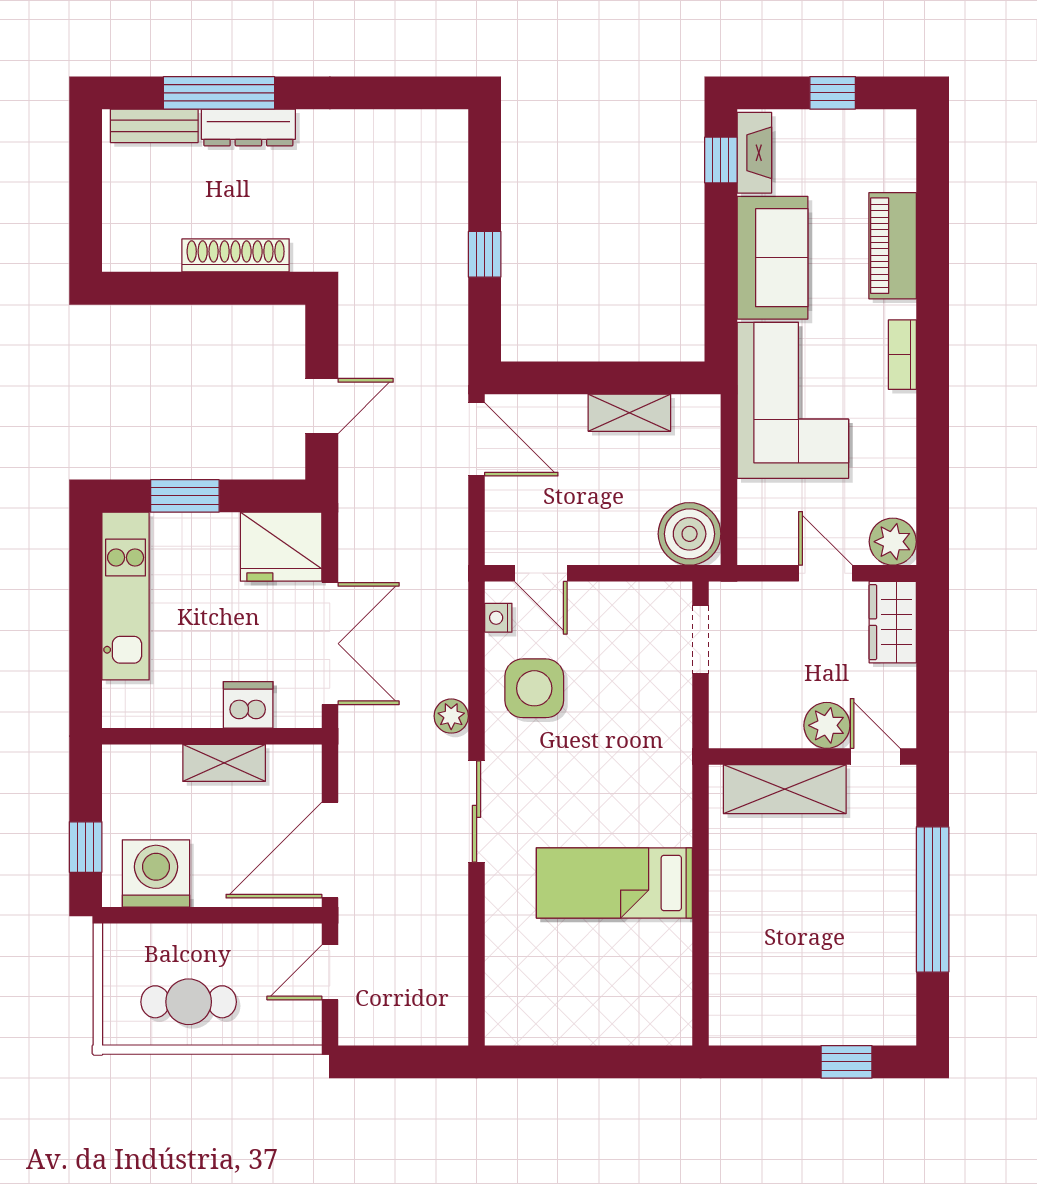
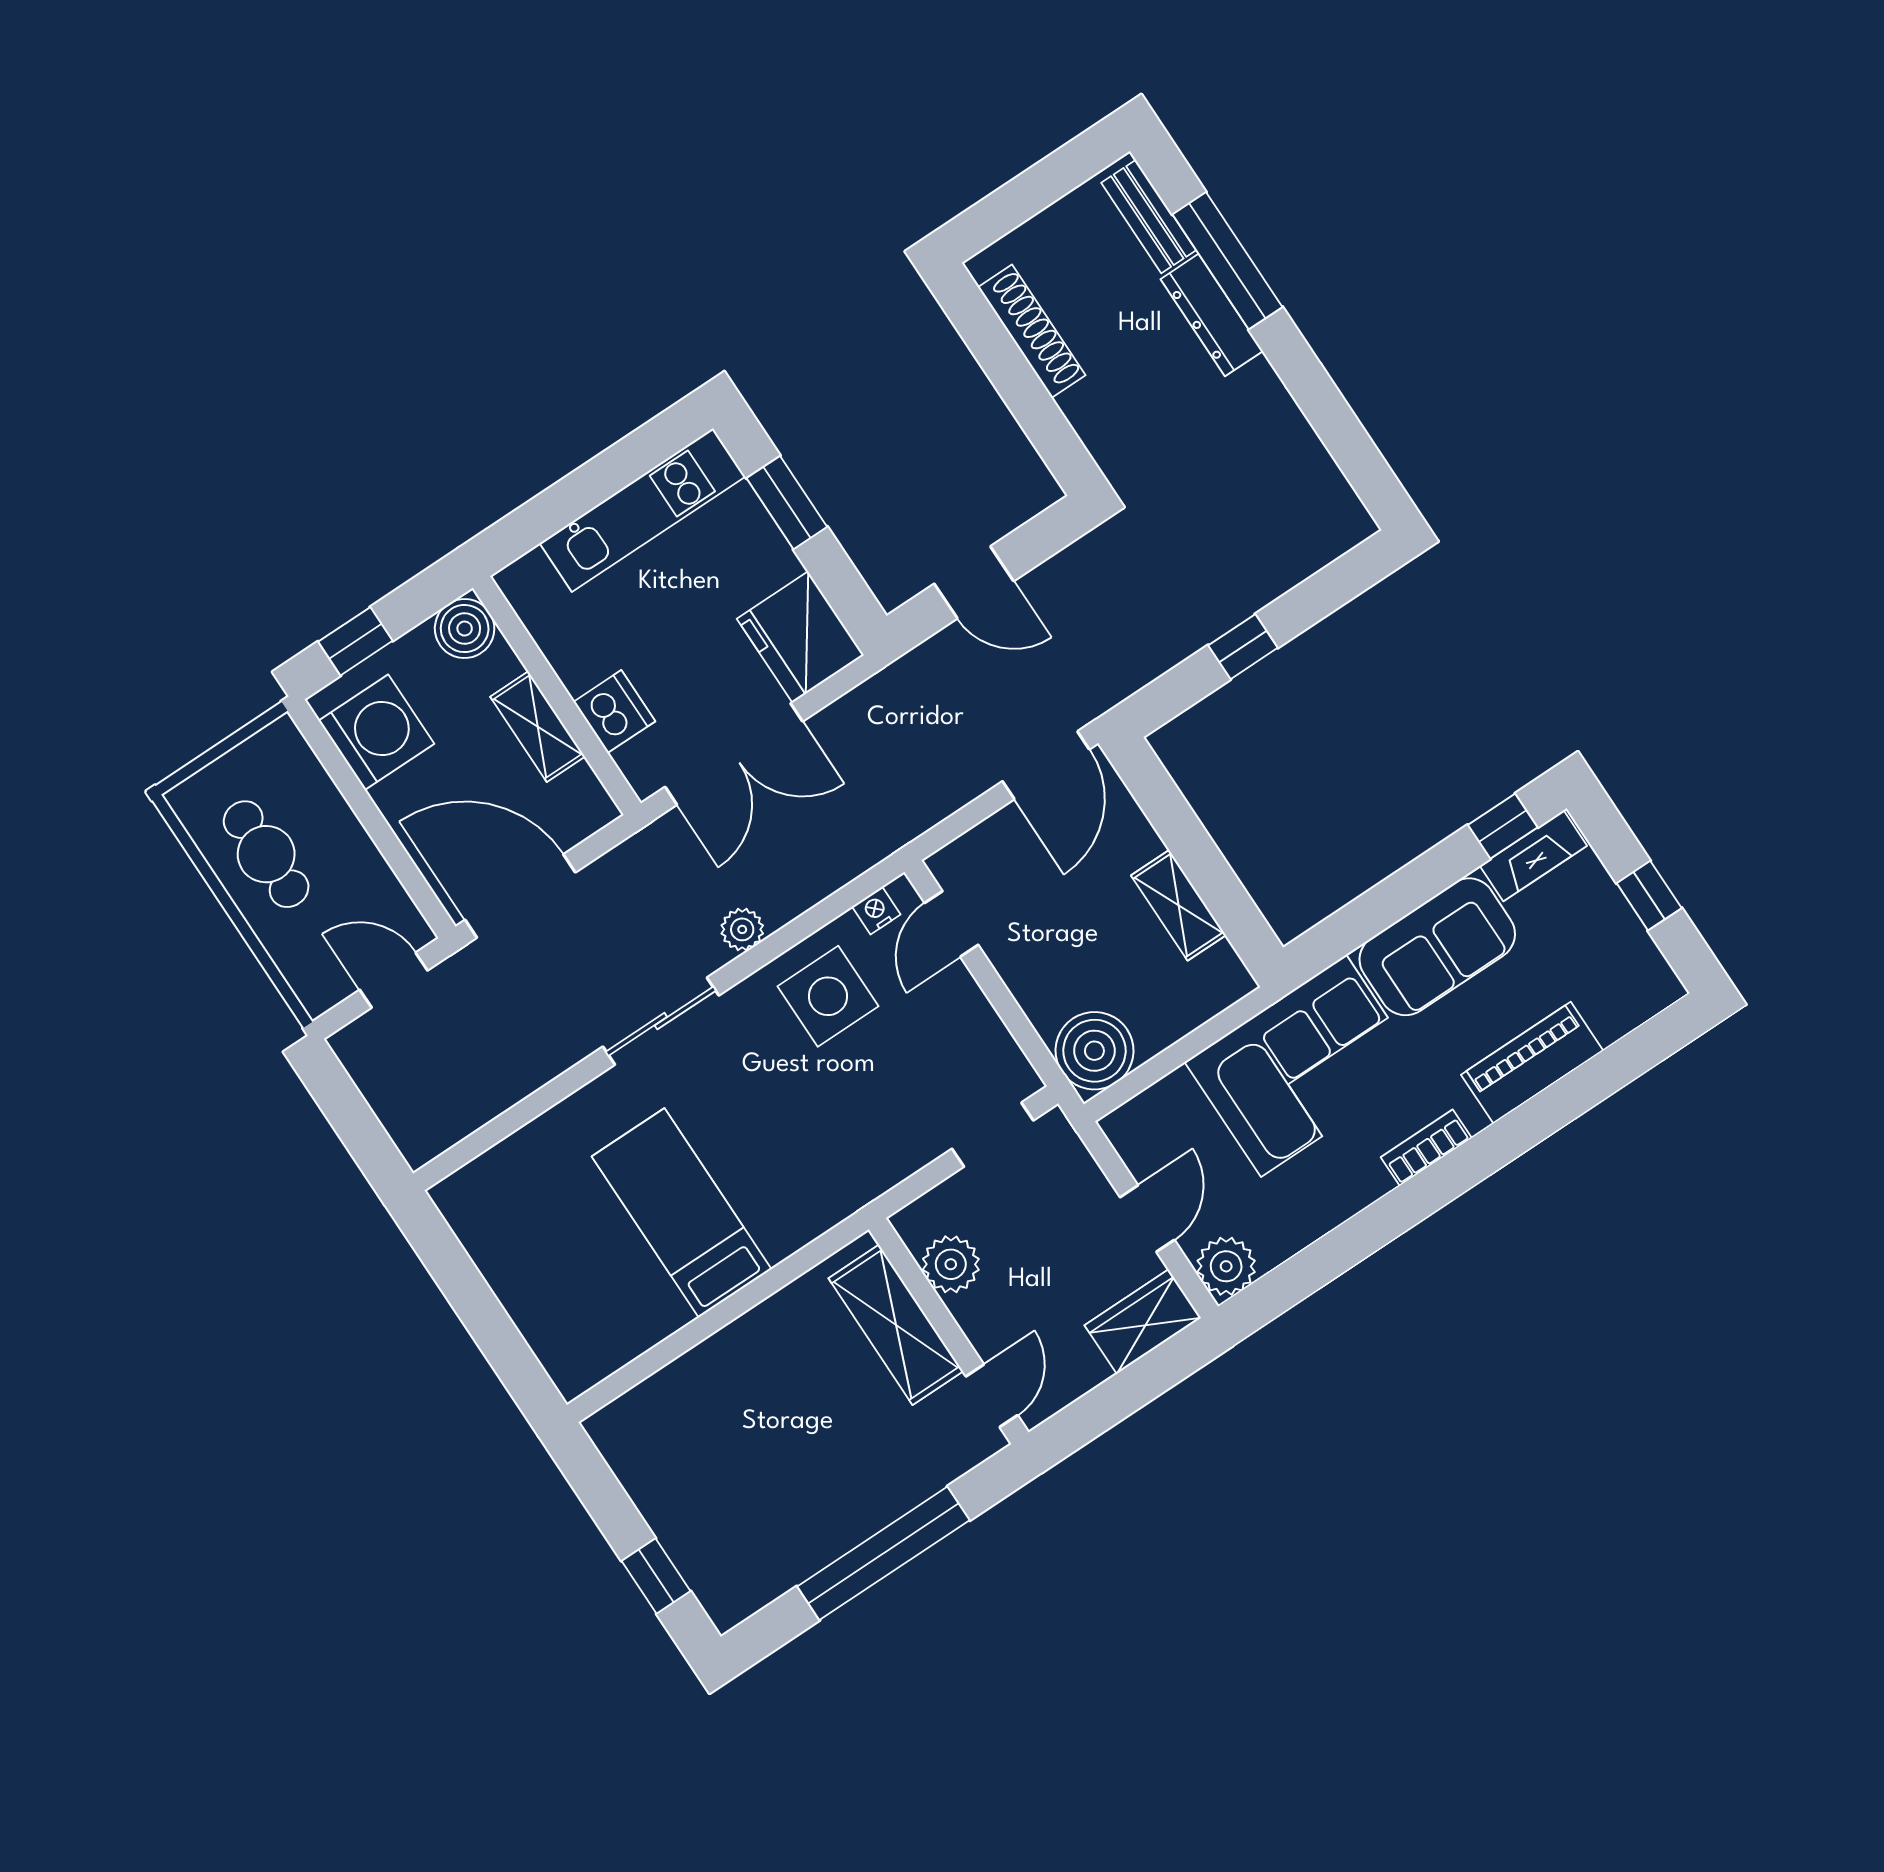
shoe rack: (236, 255) -> (1032, 331), moved
plant: (827, 725) -> (951, 1264), moved
boiler: (126, 768) -> (465, 629), added

